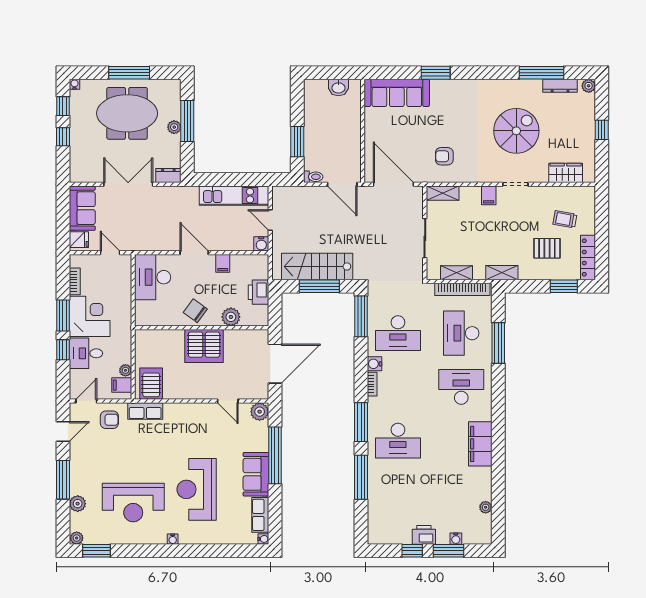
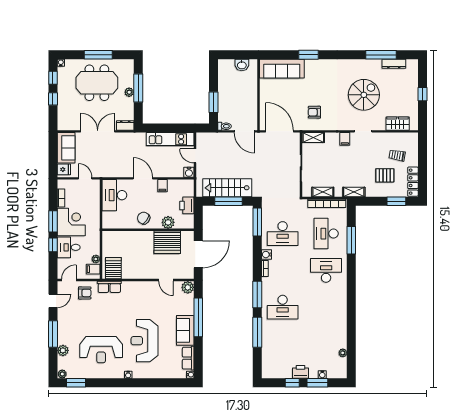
plant: (589, 86) -> (413, 64), removed
server rack: (204, 346) -> (167, 242), moved
filing cabinet: (480, 444) -> (339, 309), removed

